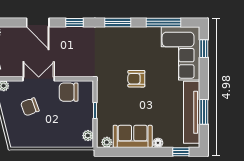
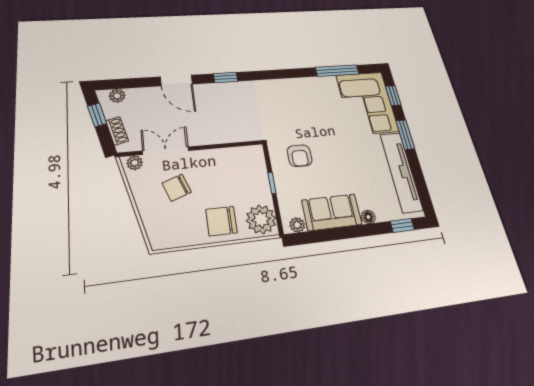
window: (118, 23) -> (281, 74), removed
double door: (39, 79) -> (166, 151), moved
armchair: (136, 79) -> (300, 156), moved, turned -90
chair: (69, 92) -> (221, 221), moved
window: (204, 112) -> (405, 135), moved
plant: (88, 136) -> (261, 219), width x1.87, depth x1.87

